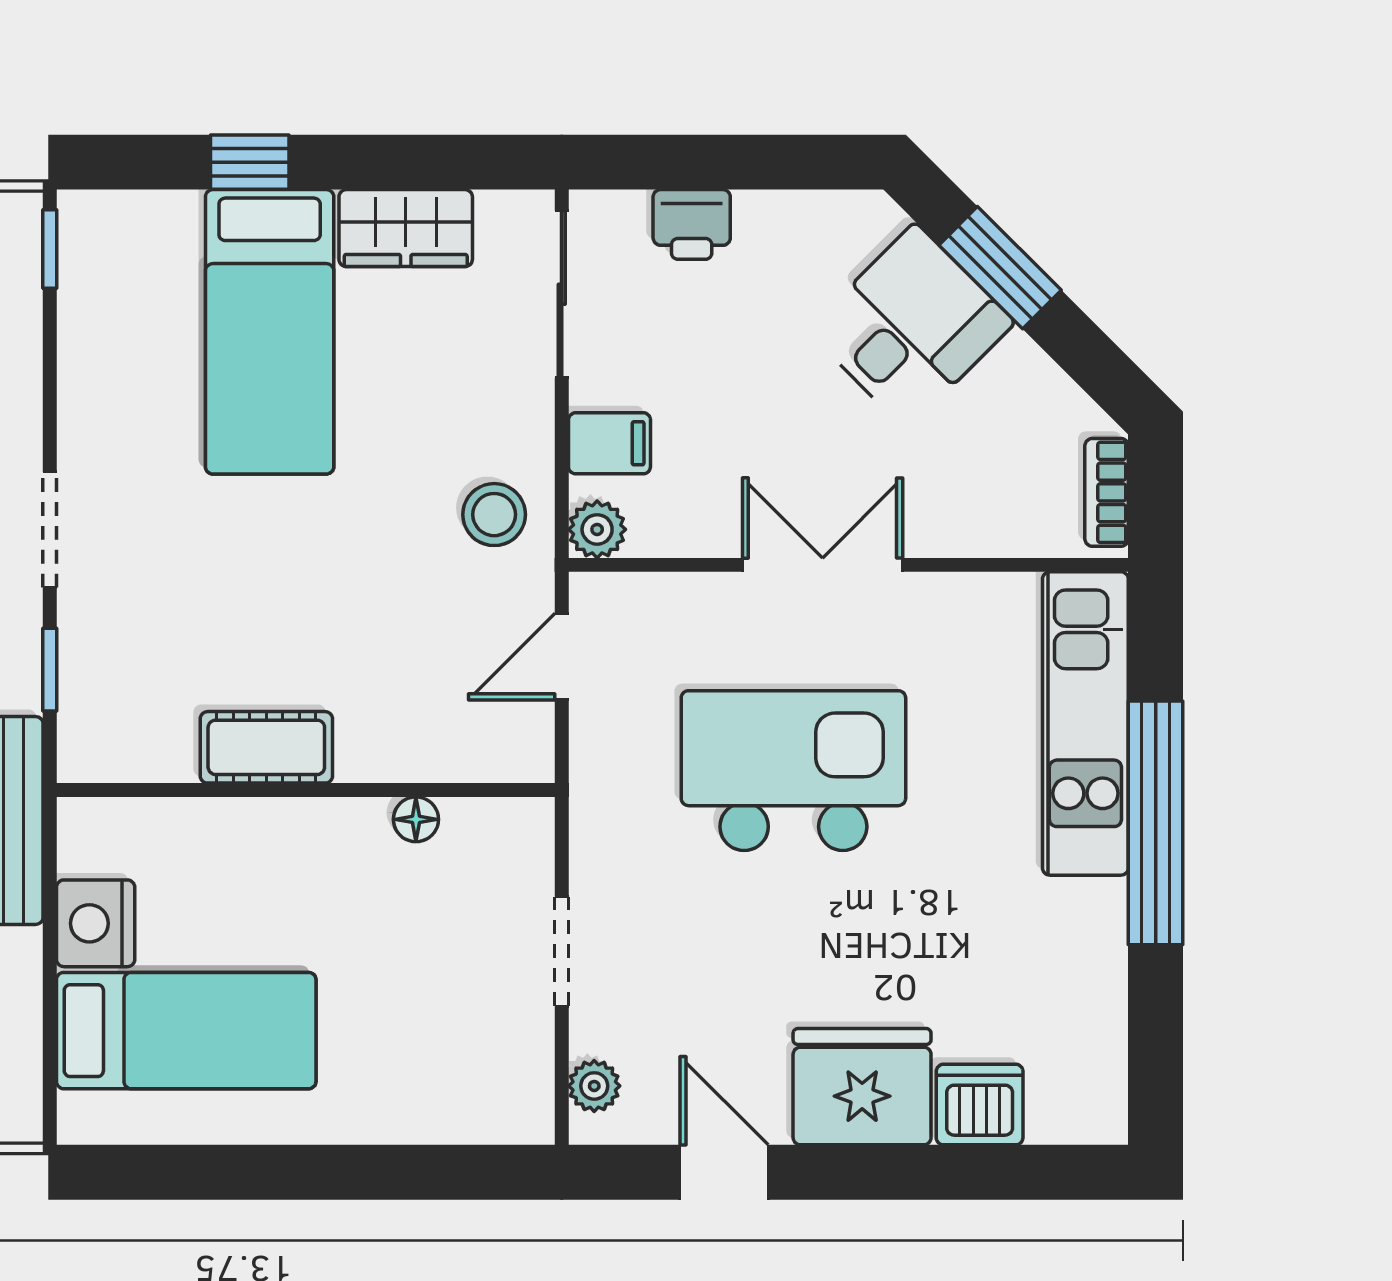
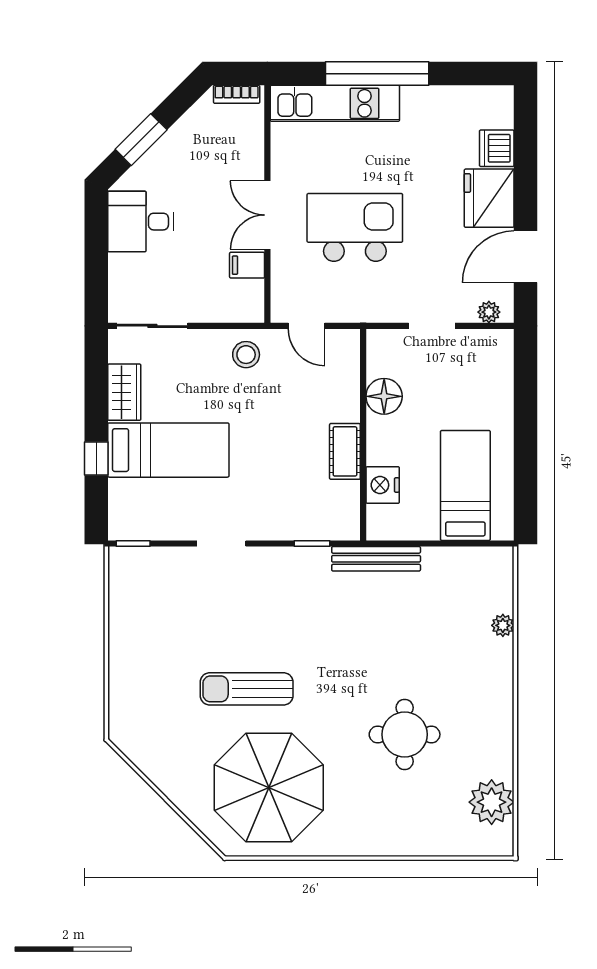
printer: (692, 224) -> (123, 271), removed
desk: (911, 326) -> (141, 222), moved, turned -45
filing cabinet: (609, 443) -> (247, 265), moved, turned -90
plant: (597, 529) -> (252, 311), removed
doorway: (50, 530) -> (221, 543), moved
kitchen island: (793, 771) -> (355, 227), turned 90
floor lamp: (416, 819) -> (384, 396), width x1.89, depth x1.89
nightstand: (96, 923) -> (383, 485), moved, turned 90
door: (724, 1172) -> (526, 257), width x1.38

